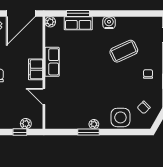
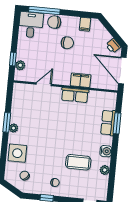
plant: (50, 22) -> (105, 170), moved
coffee table: (124, 51) -> (78, 162), turned -65
filing cabinet: (36, 69) -> (81, 80), moved

